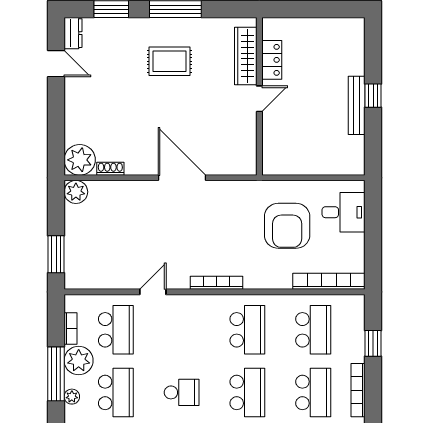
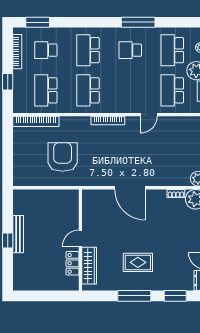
desk: (344, 212) -> (26, 166), removed
school desk: (313, 392) -> (46, 50), width x0.54

